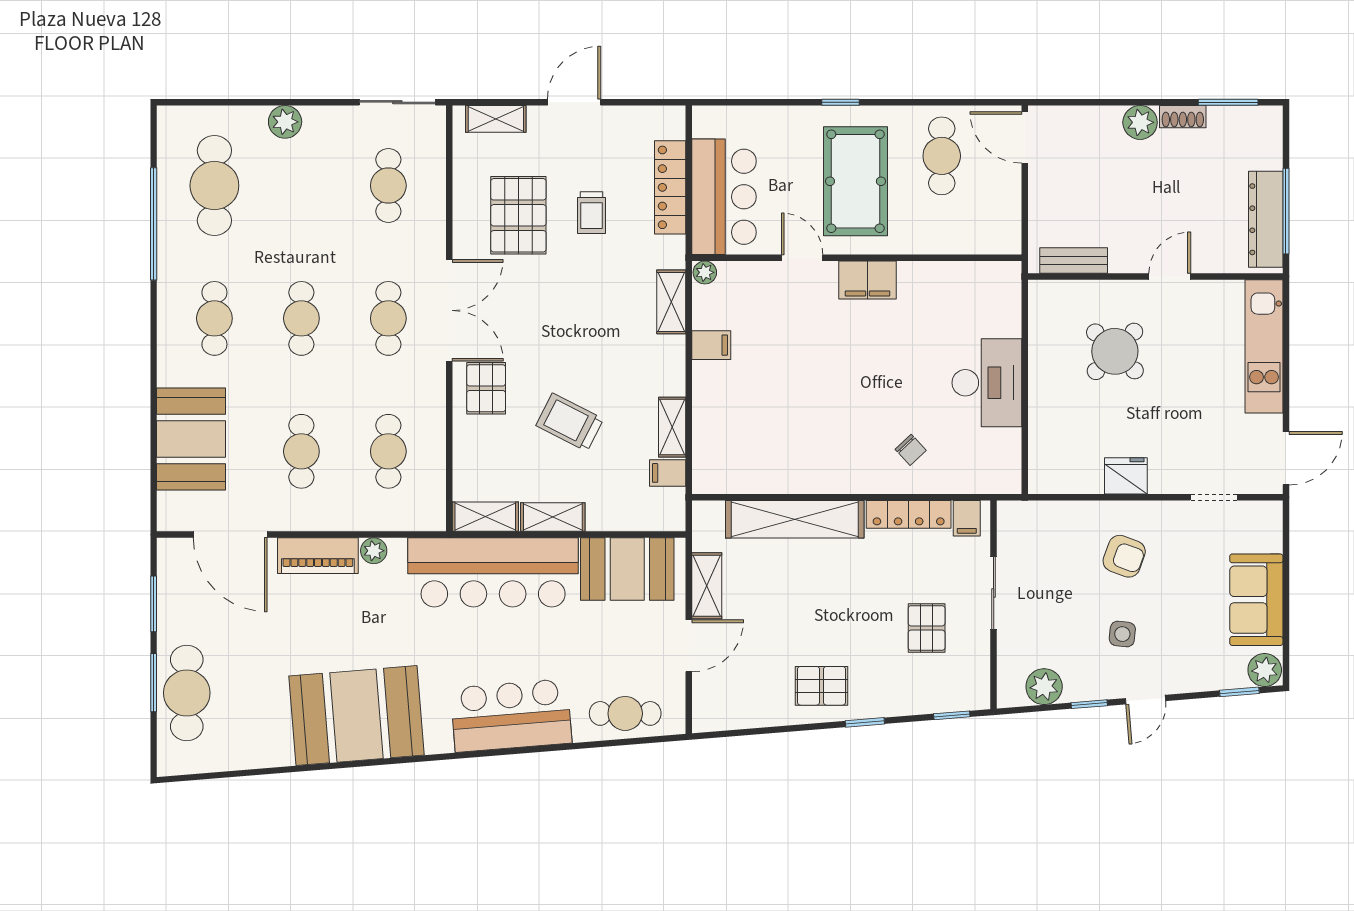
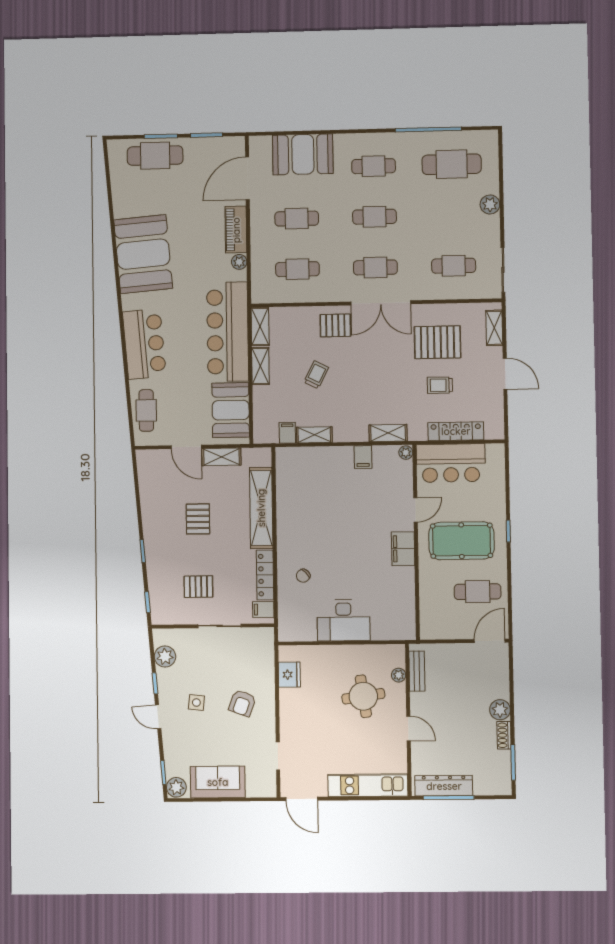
plant: (1080, 291) -> (399, 675), added
round table: (1115, 351) -> (363, 696), turned 38
trolley: (570, 422) -> (316, 375), width x0.73, depth x0.72
fridge: (1126, 476) -> (289, 675), moved
pallet: (822, 686) -> (198, 519), moved

